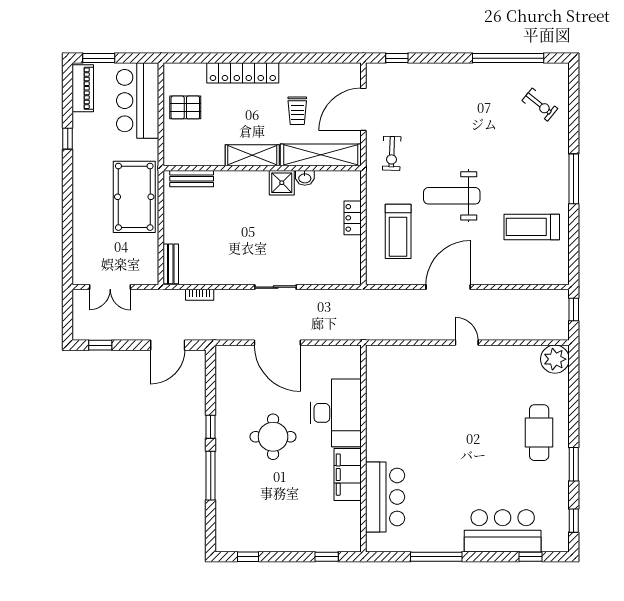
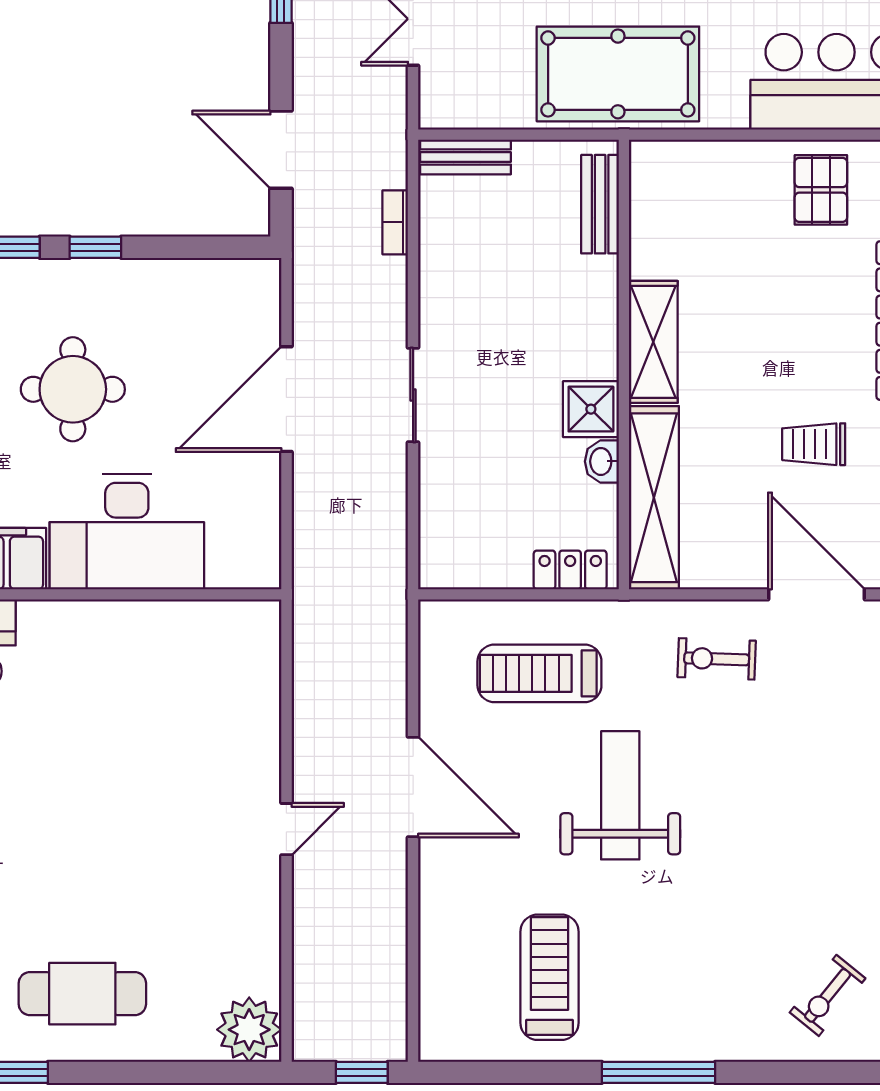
shelving: (252, 155) -> (653, 342), moved
shelving: (321, 155) -> (654, 498), moved
wall: (262, 168) -> (624, 365), moved
washbasin: (305, 178) -> (602, 461), moved
bench: (192, 179) -> (600, 204), moved
shower: (282, 183) -> (591, 409), moved

